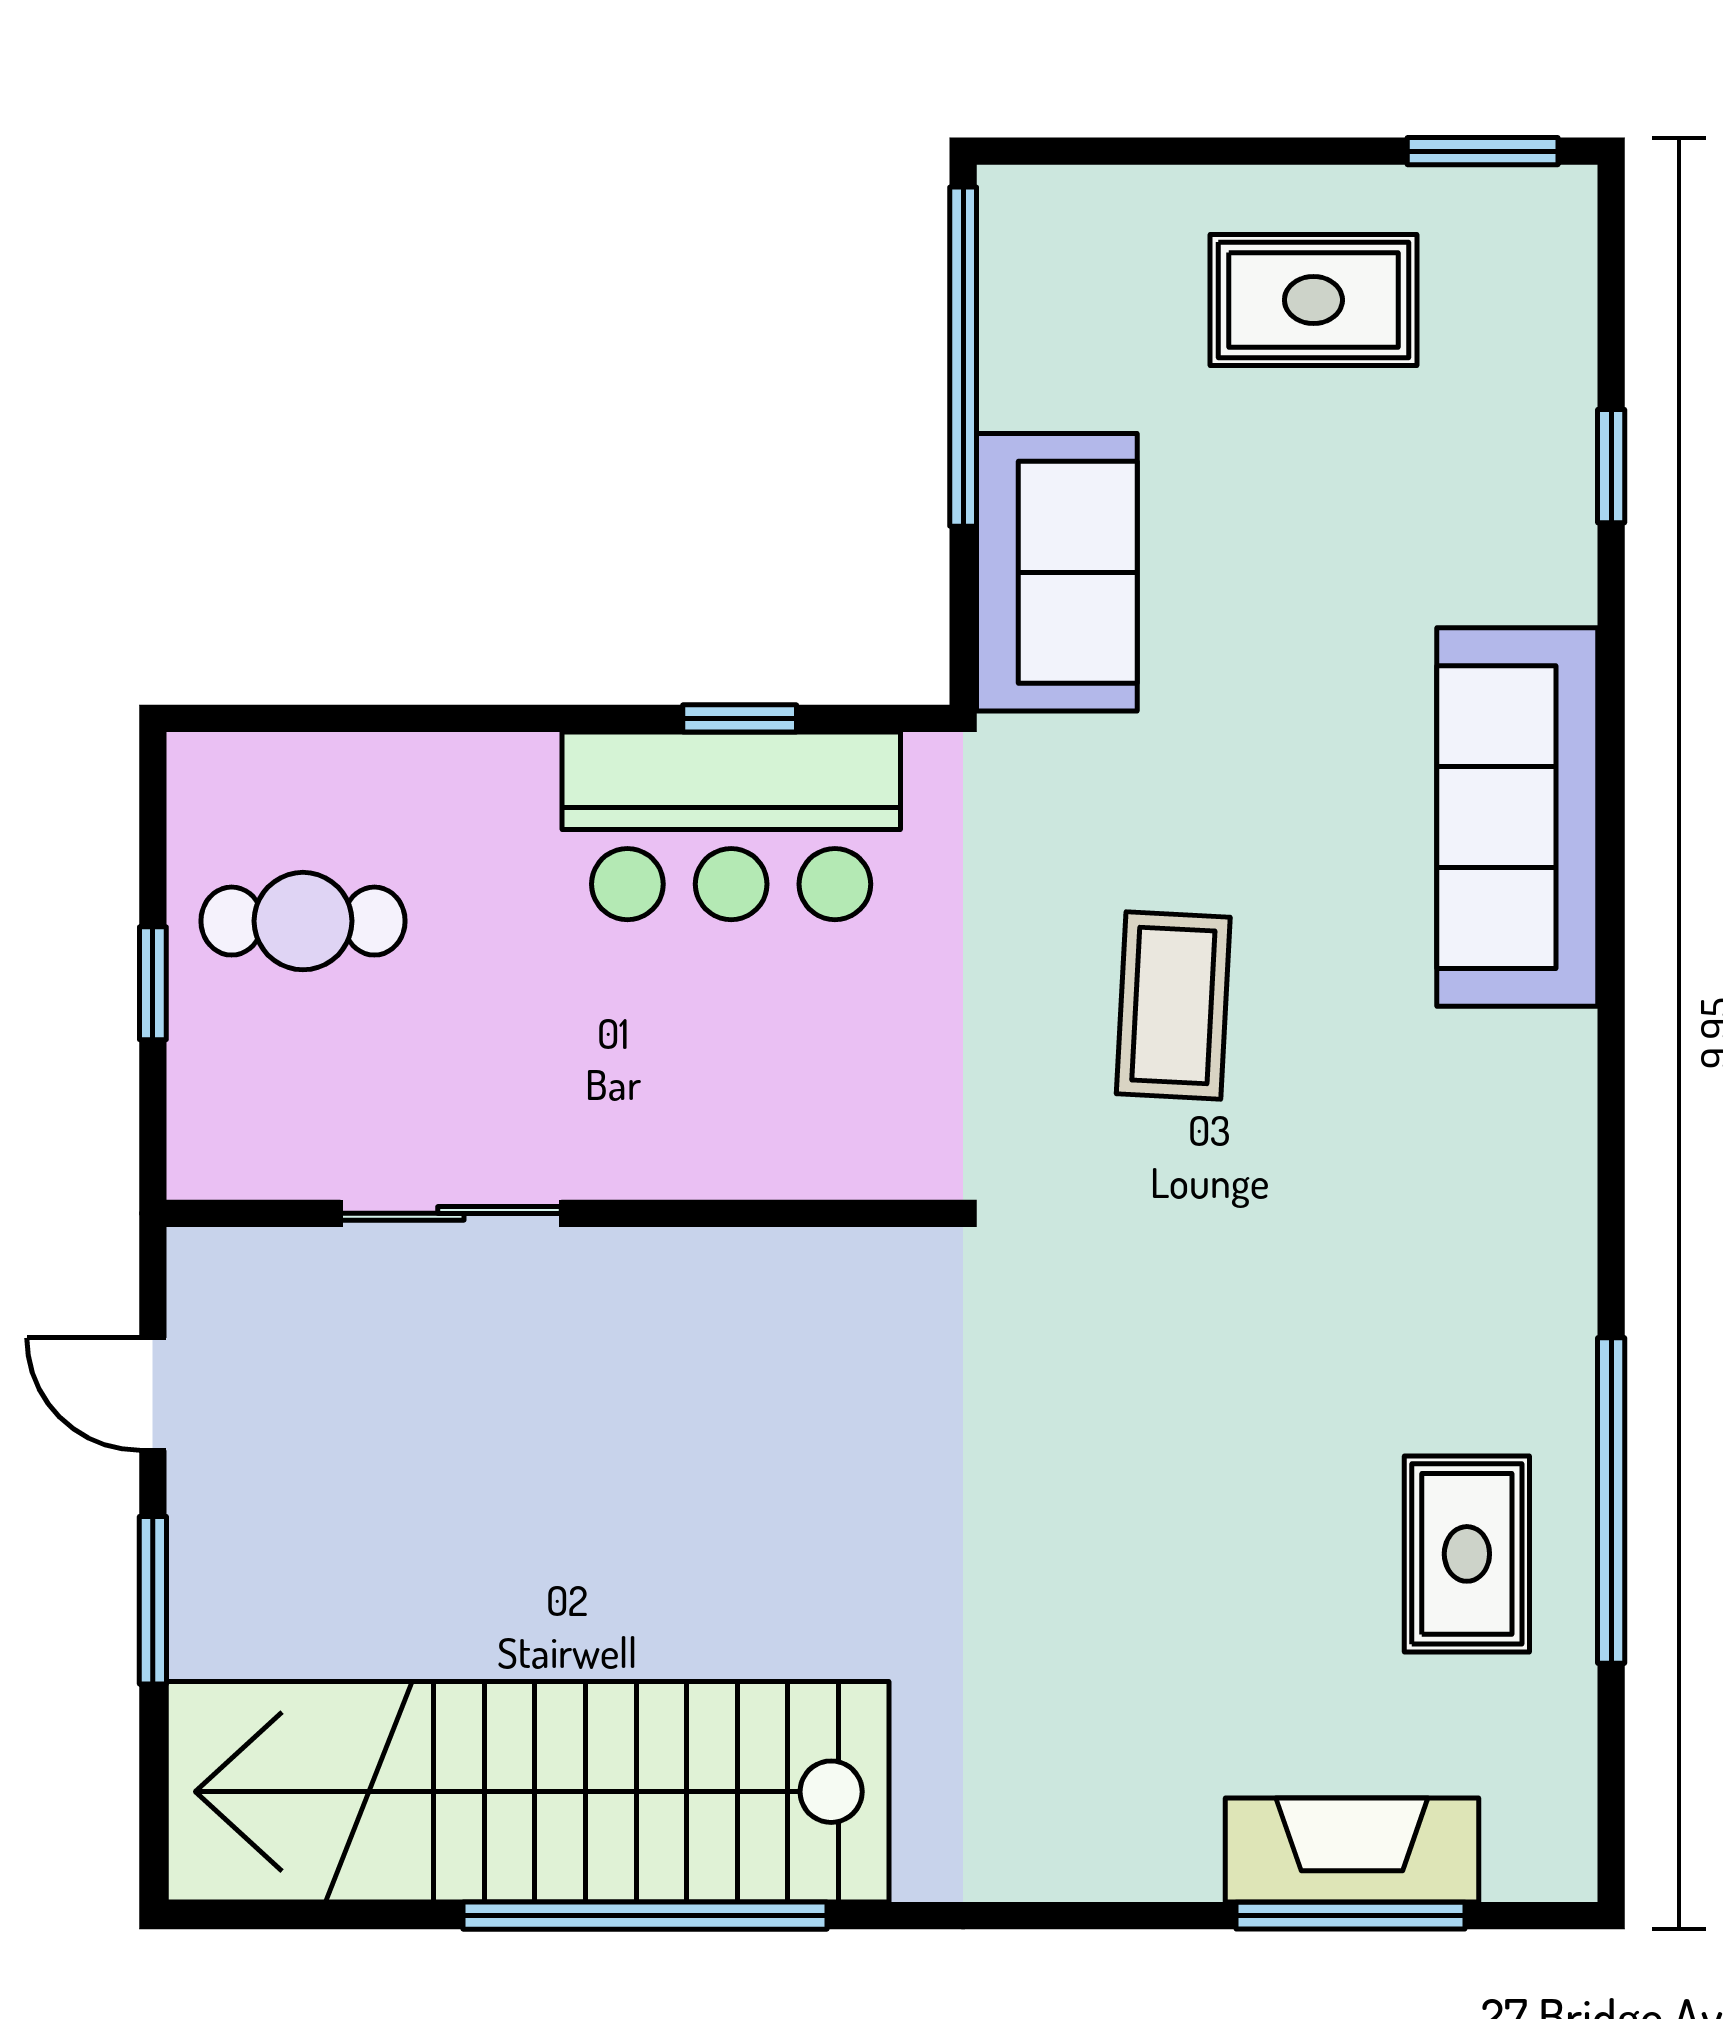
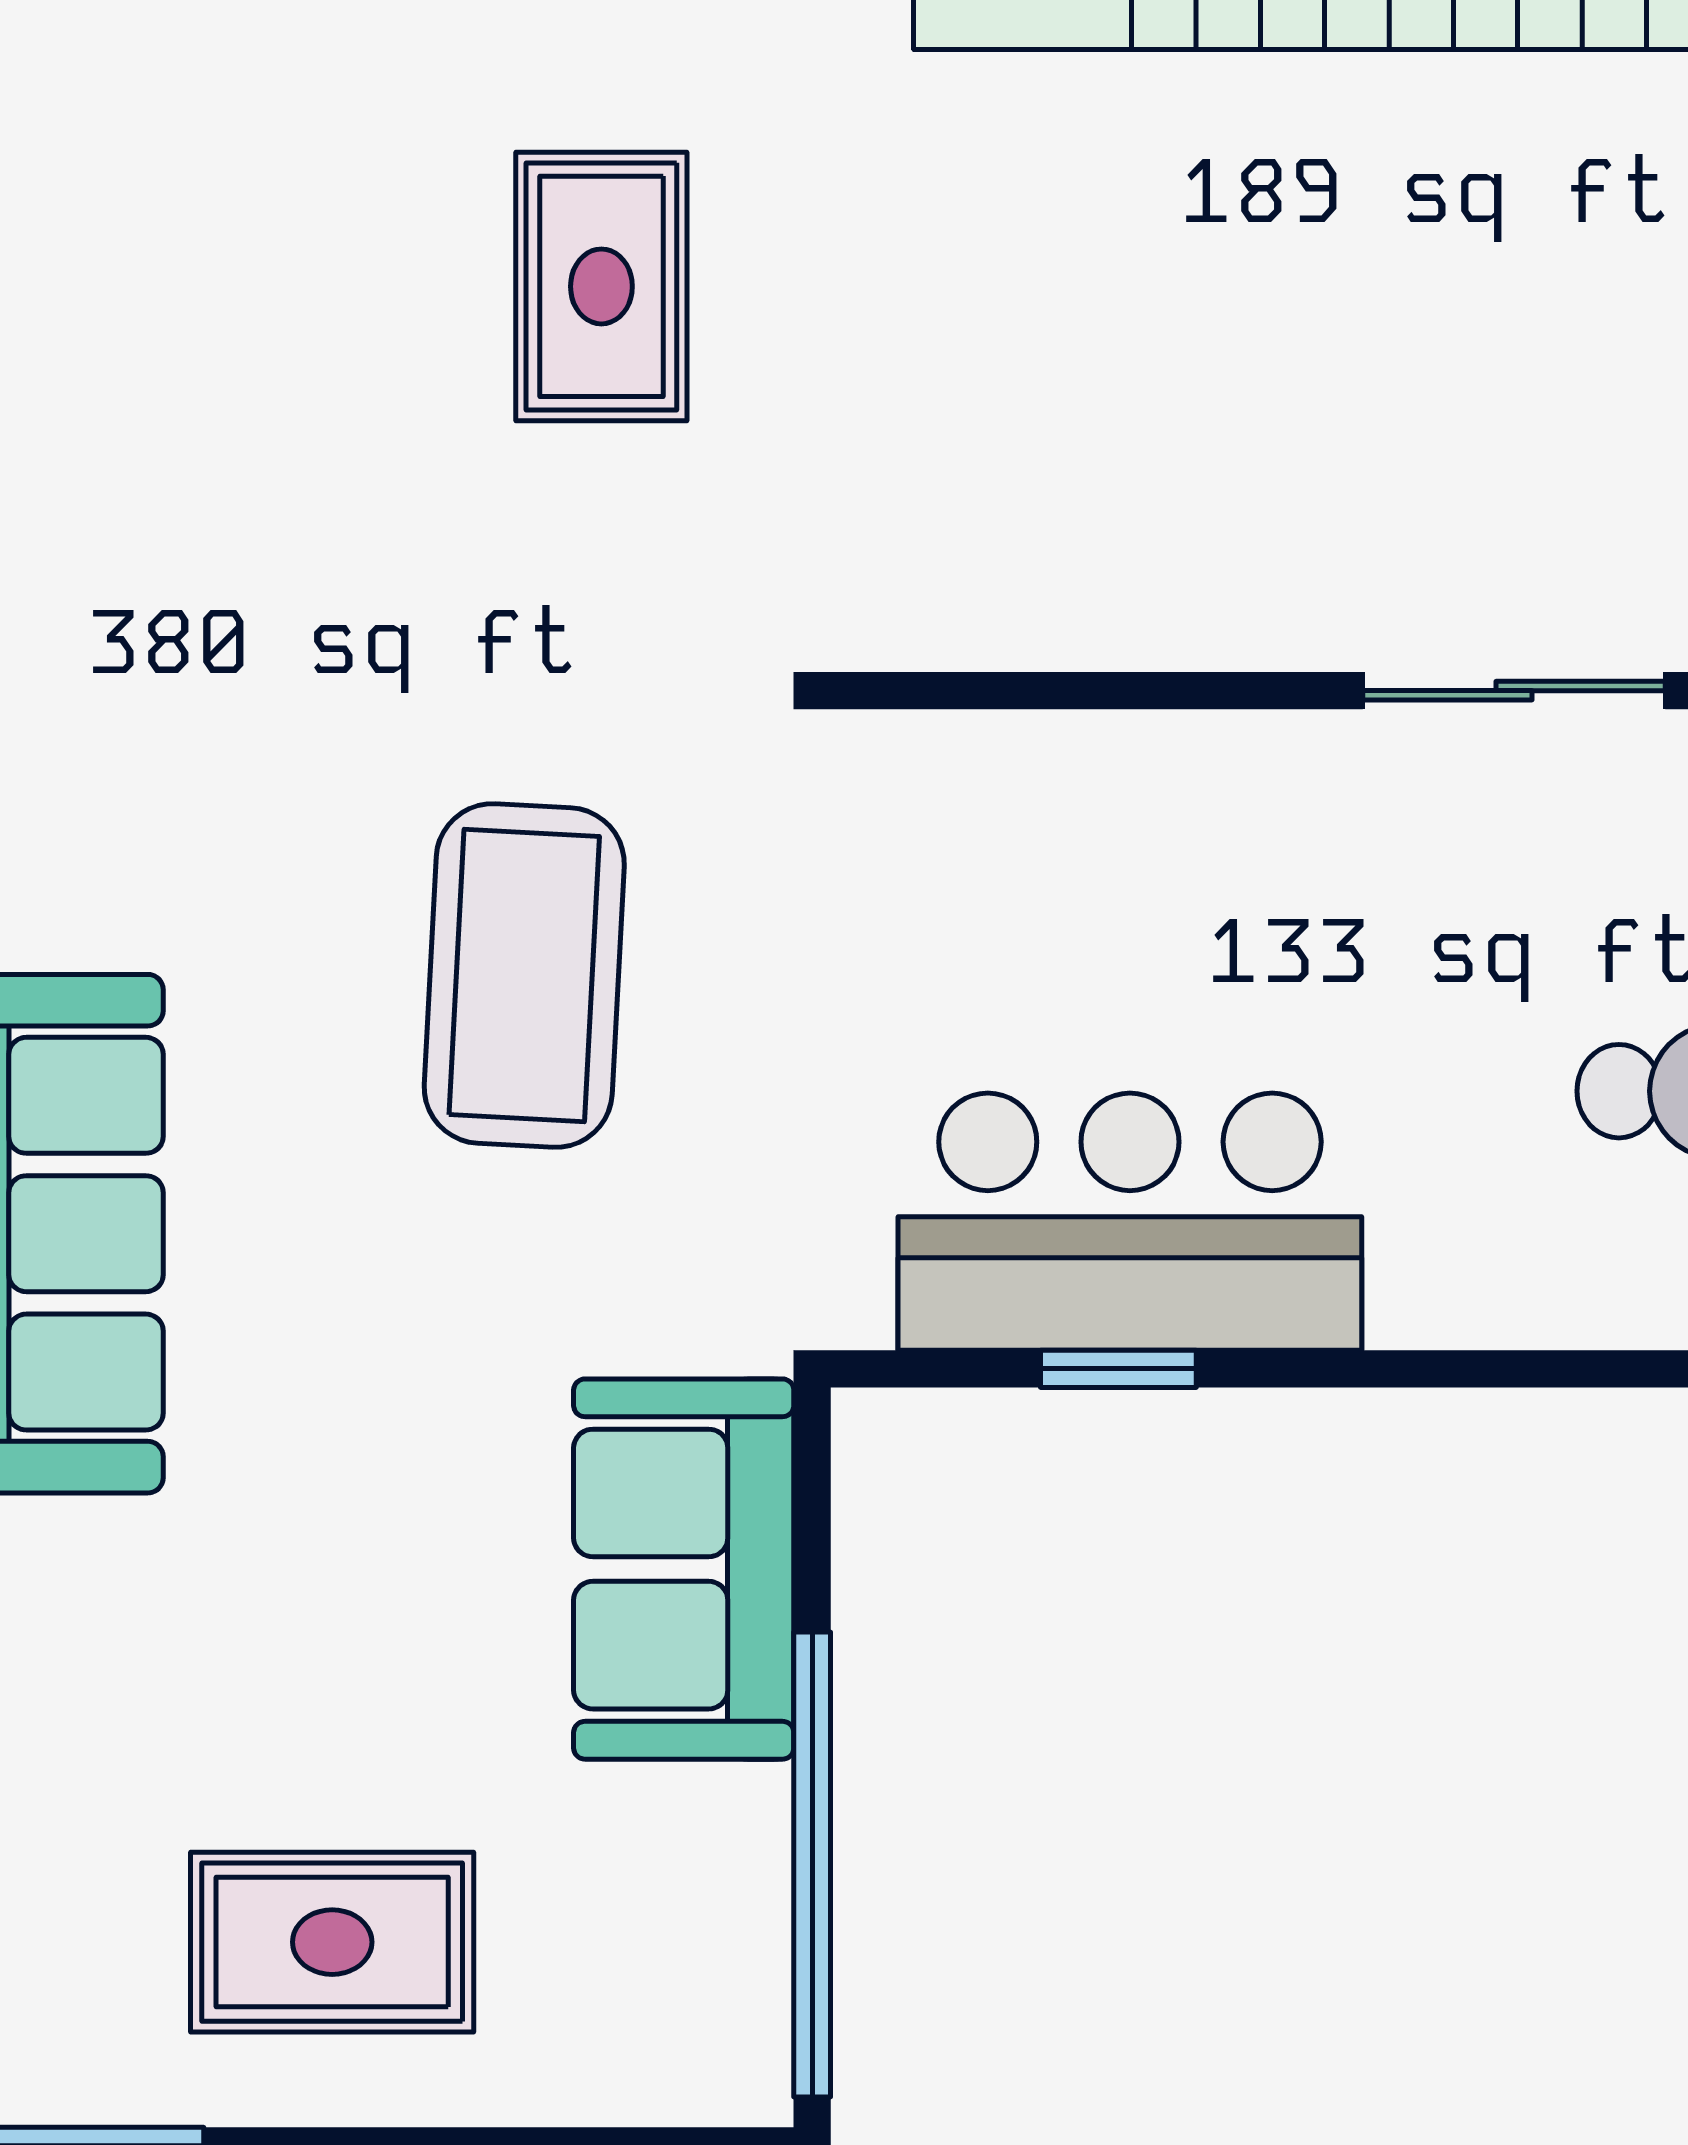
coffee table: (1173, 1005) -> (524, 975), width x1.36, depth x1.32
rug: (1467, 1554) -> (601, 286), moved

